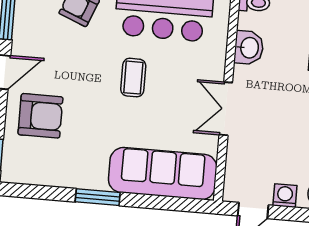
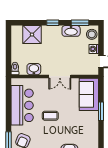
sofa: (163, 173) -> (89, 94), width x0.73
window: (98, 197) -> (101, 111), moved

